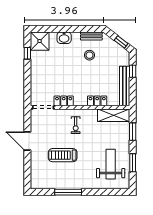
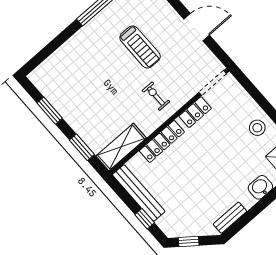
stool: (89, 55) -> (257, 128), moved
locker: (97, 101) -> (162, 141), width x1.53
treadmill: (63, 155) -> (140, 47), turned 90
weight bench: (111, 164) -> (74, 86), removed

